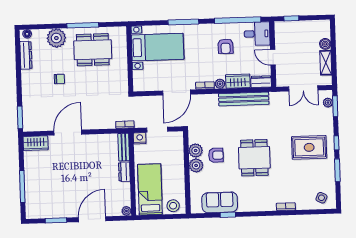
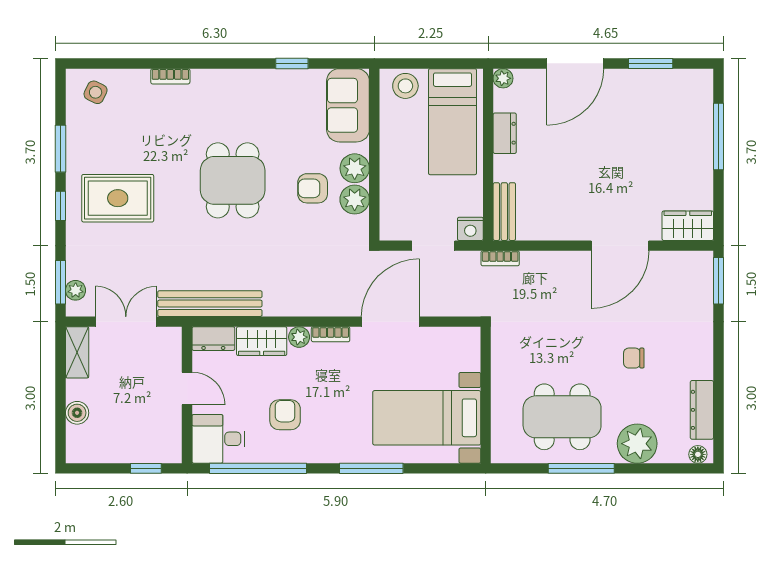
shelving: (326, 63) -> (77, 352), moved
bench: (244, 99) -> (210, 304), moved
dresser: (124, 172) -> (505, 133), moved
sofa: (220, 202) -> (348, 105), moved, turned 90

